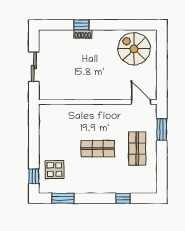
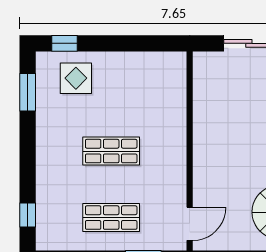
shop shelf: (98, 149) -> (111, 151), turned 90
window: (123, 198) -> (28, 215), moved

